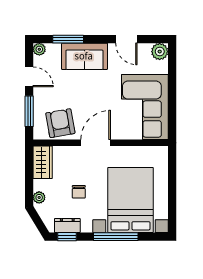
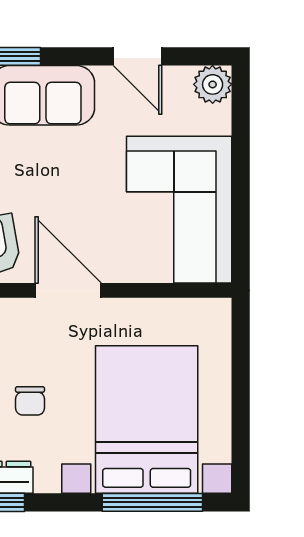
door: (96, 143) -> (68, 290), hinge flipped
window: (116, 237) -> (152, 502), moved

